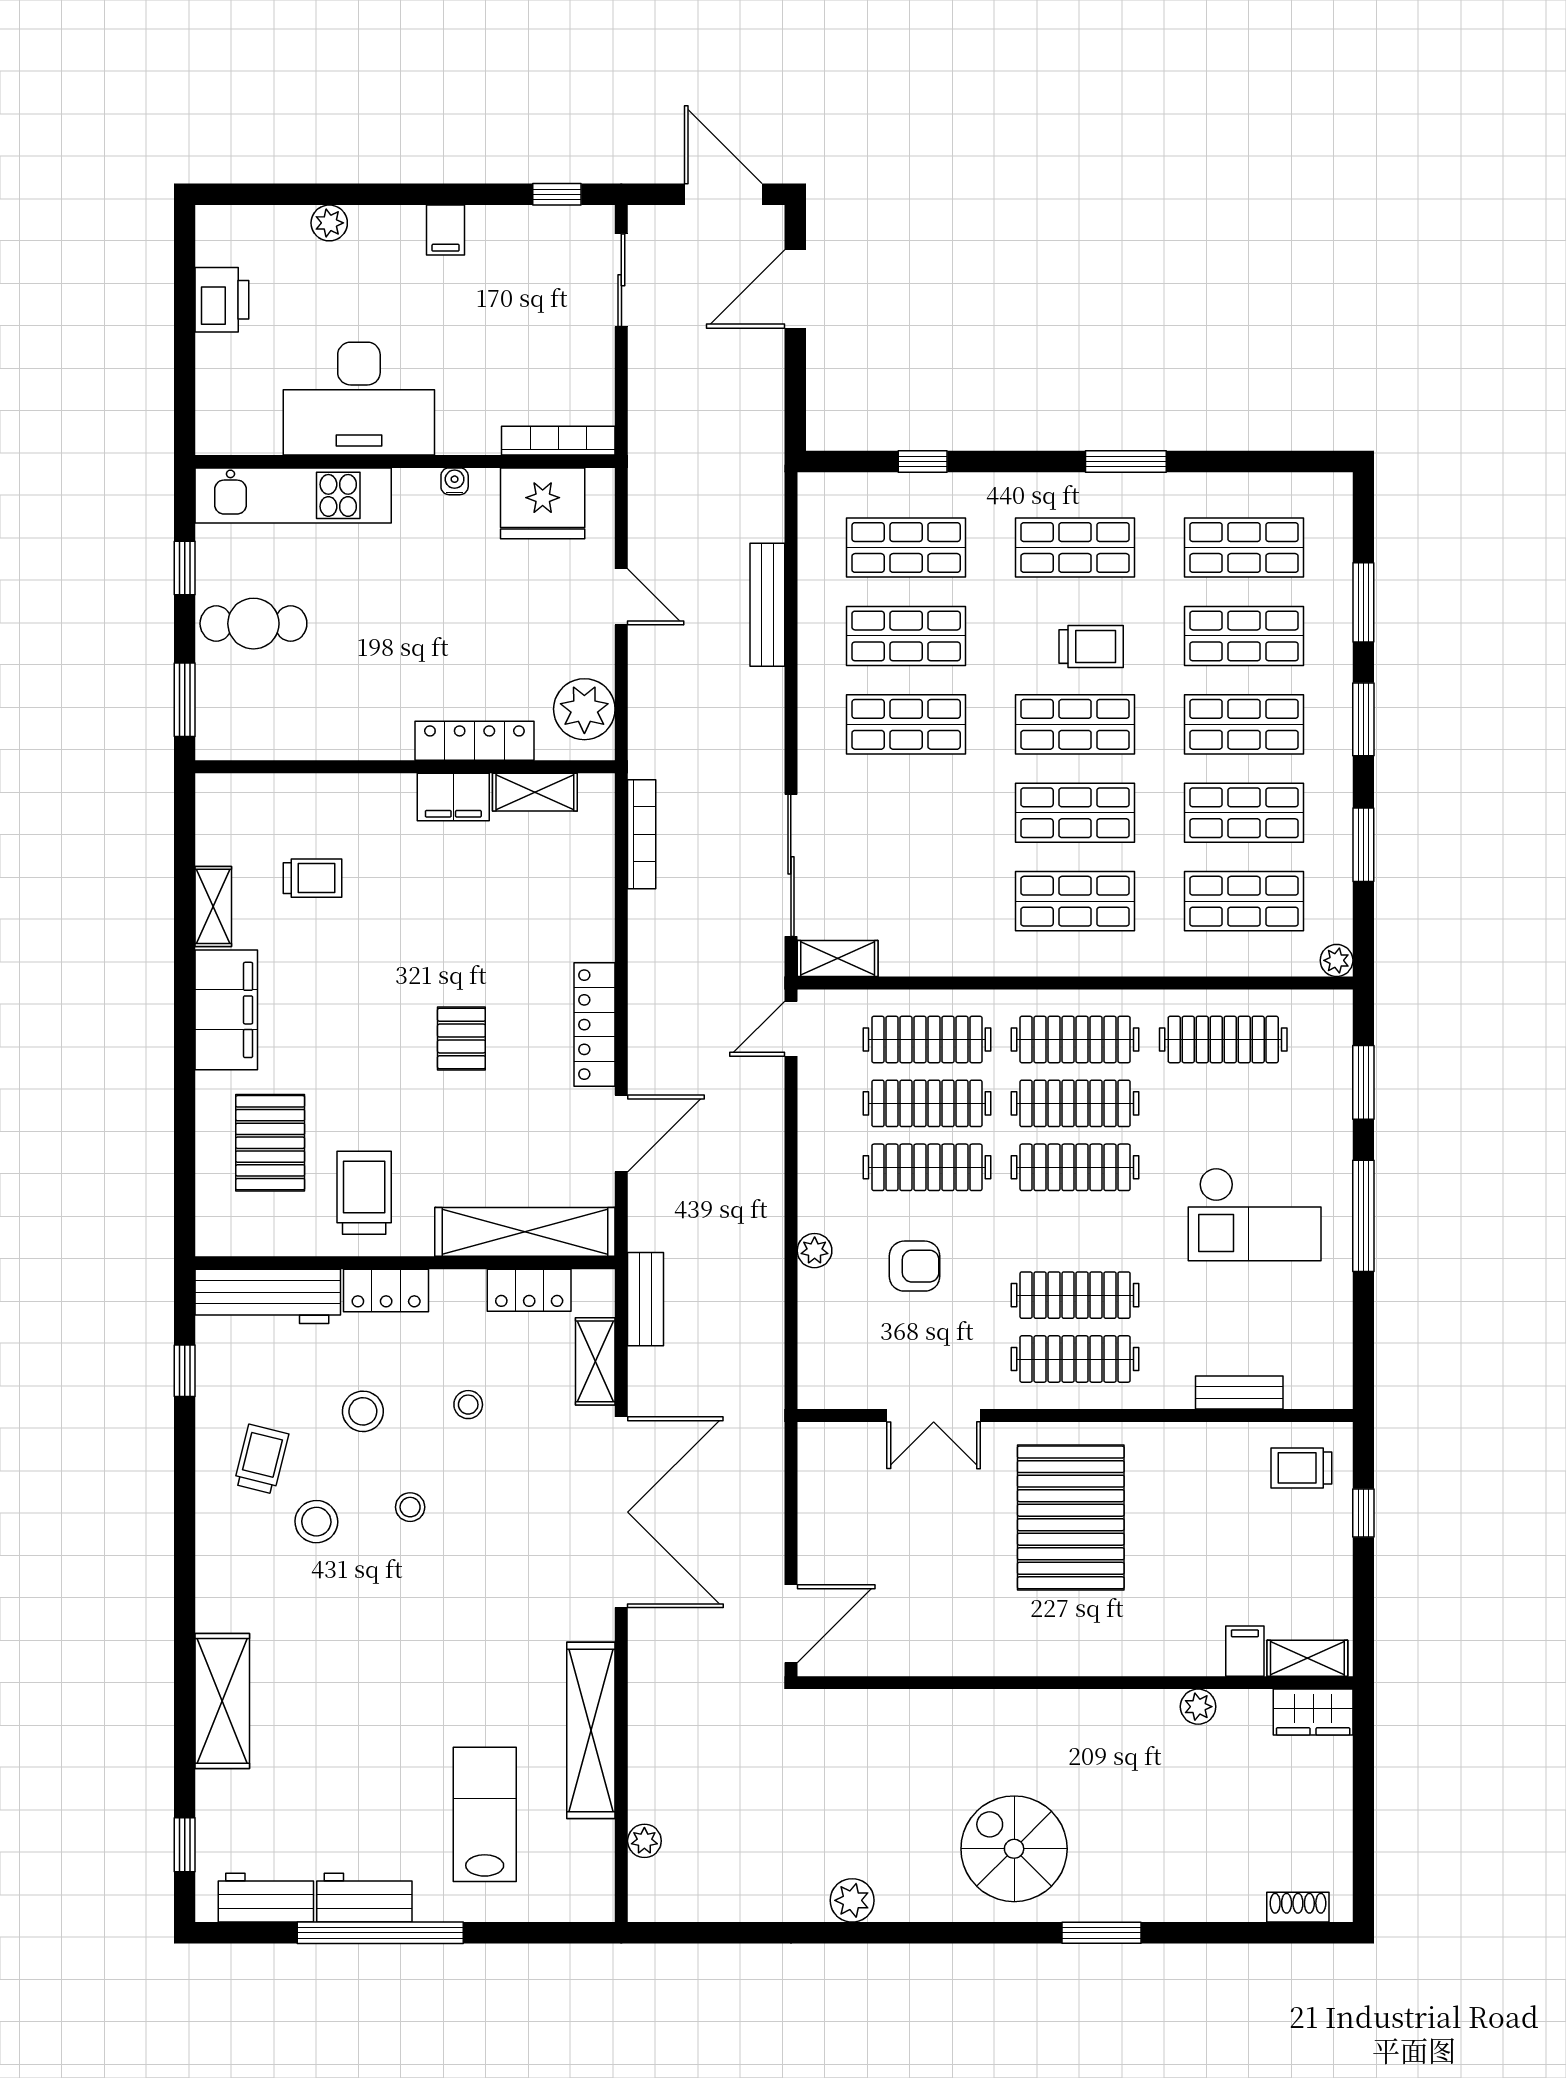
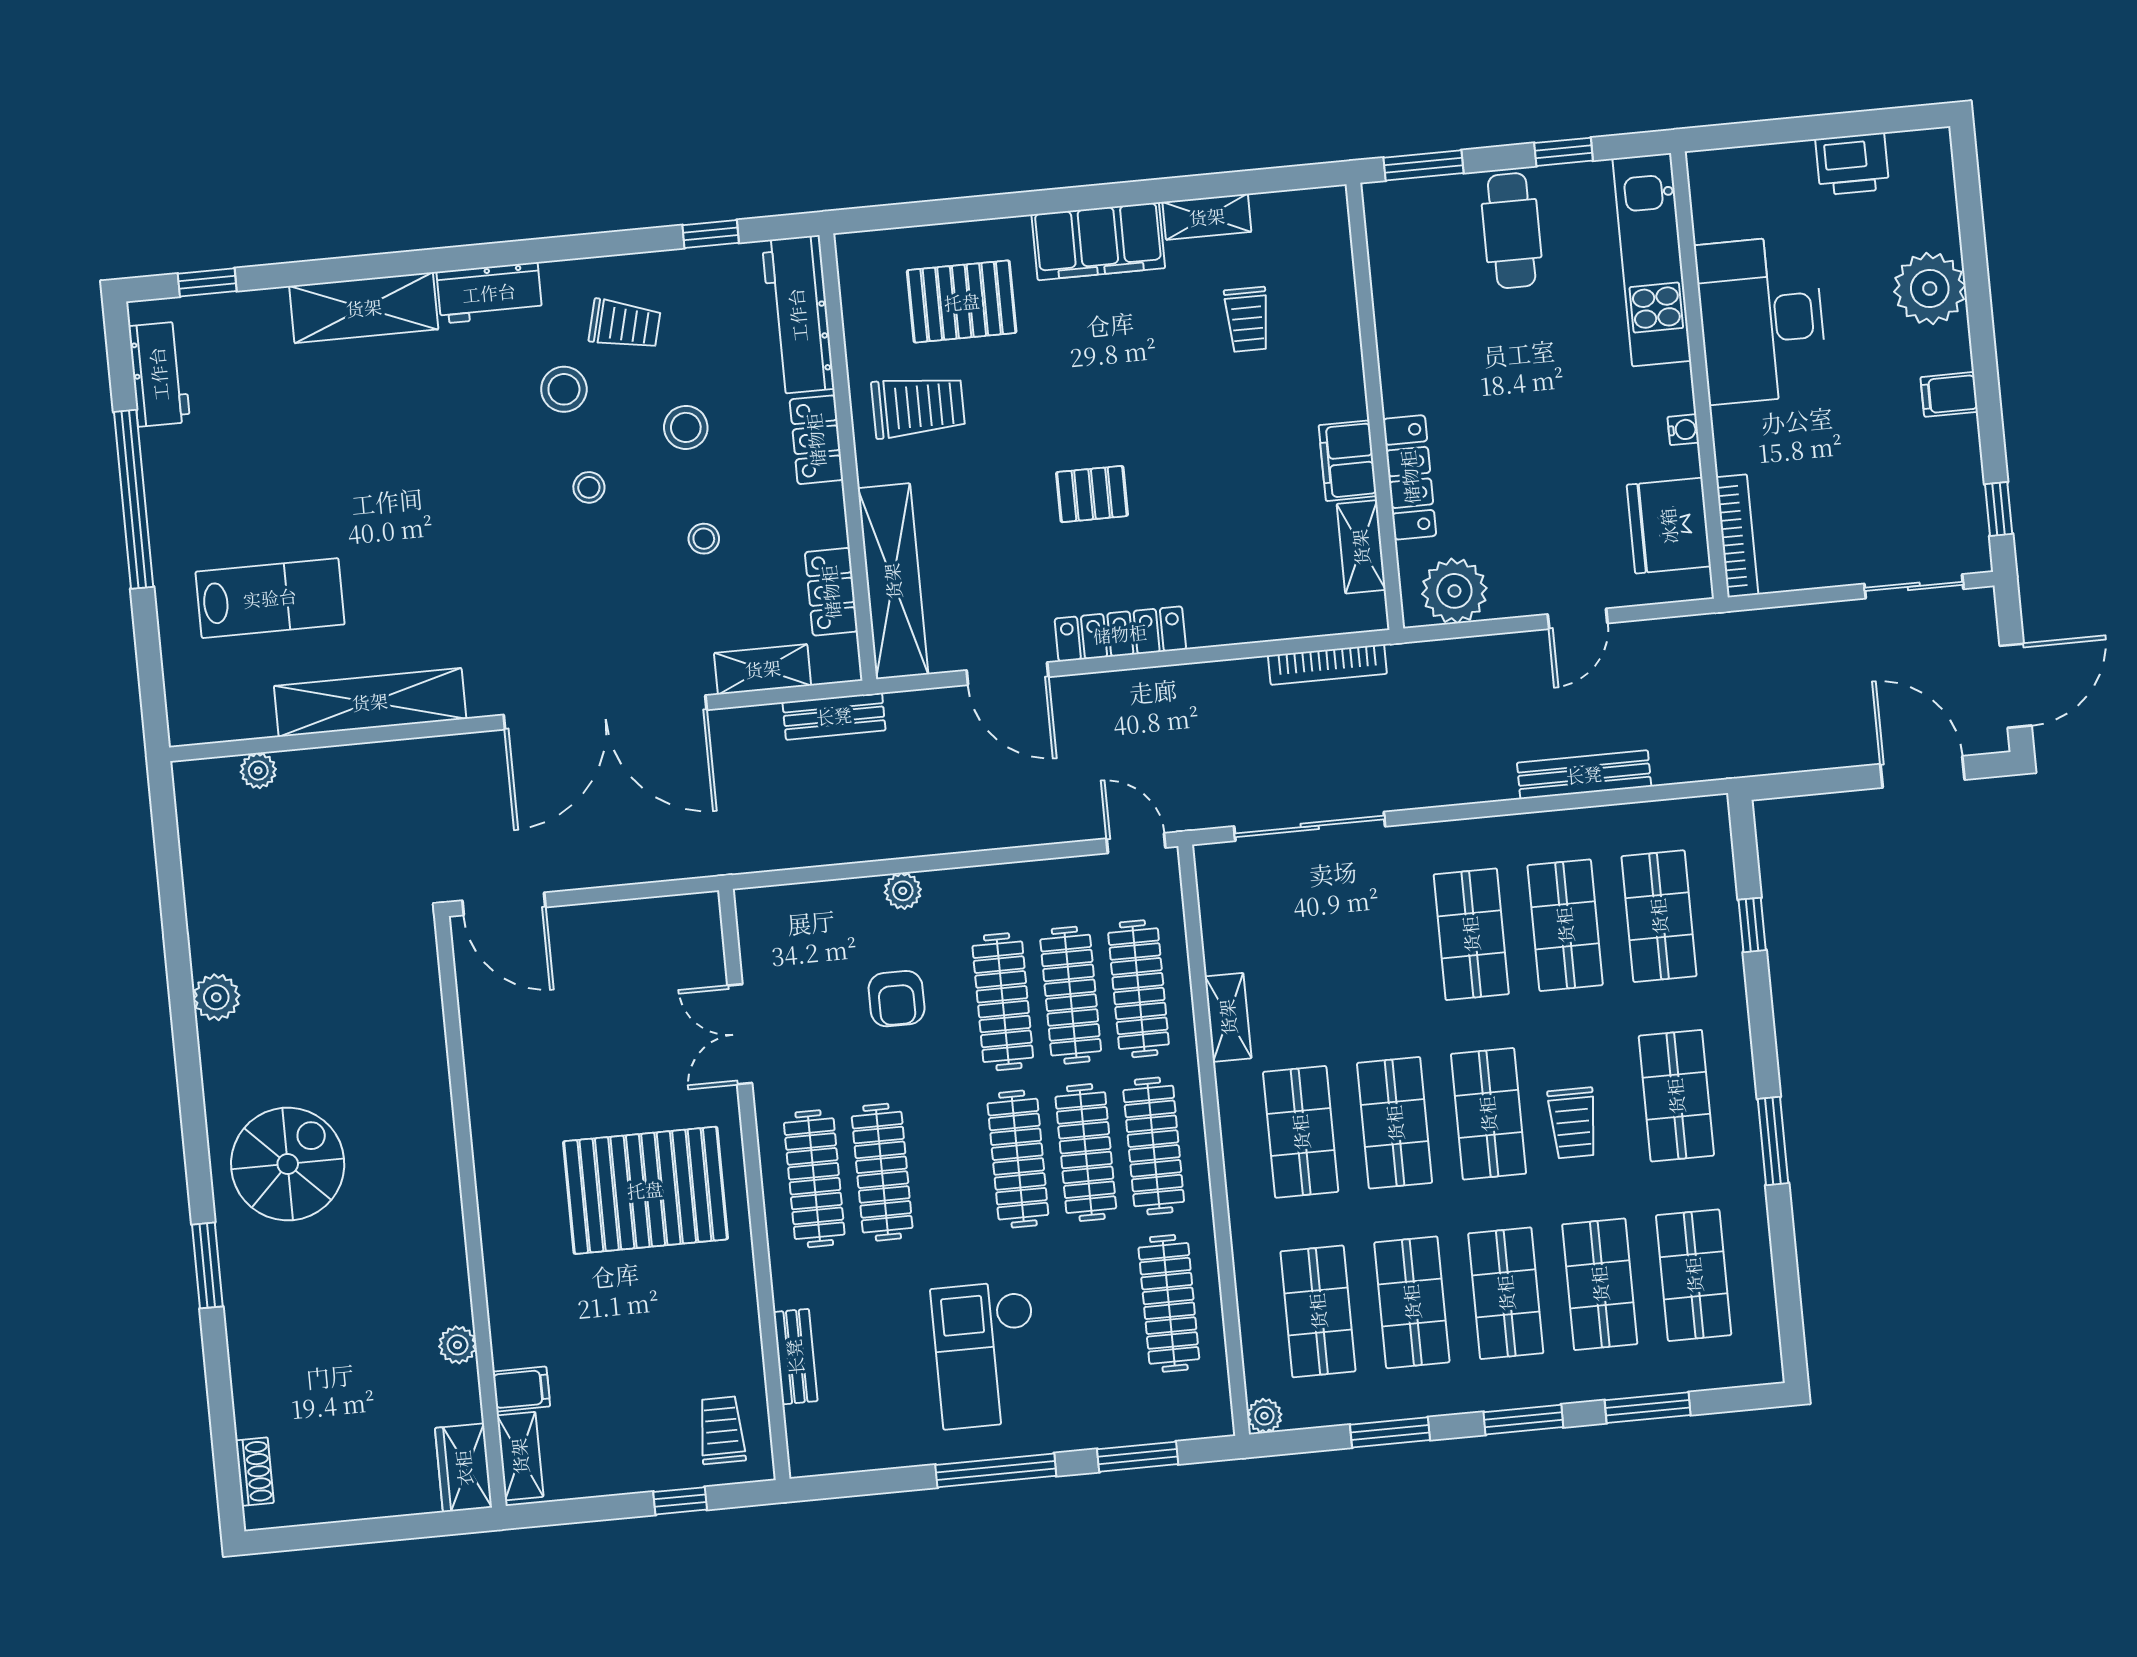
plant: (329, 223) -> (1930, 288), width x1.87, depth x1.87
shelving: (838, 958) -> (1228, 1017), moved
workbench: (364, 1898) -> (489, 293), moved, turned 90

